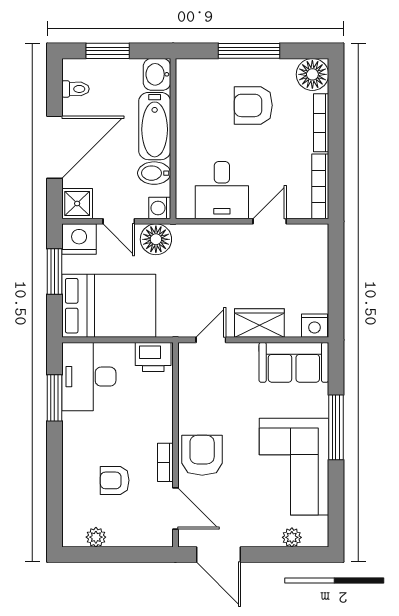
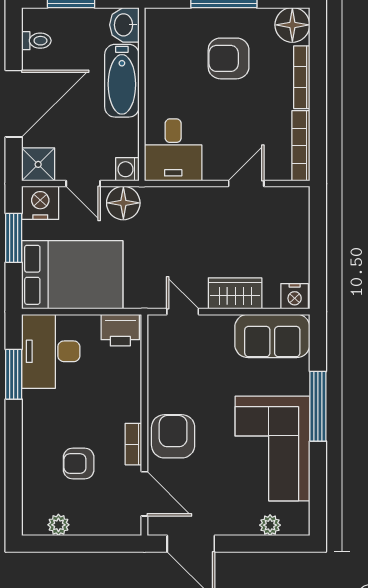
bidet: (154, 173) -> (121, 132), removed
desk: (222, 190) -> (173, 150), moved
door: (211, 340) -> (183, 312), hinge flipped

